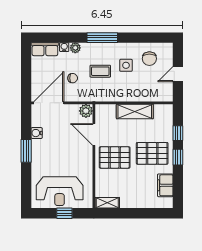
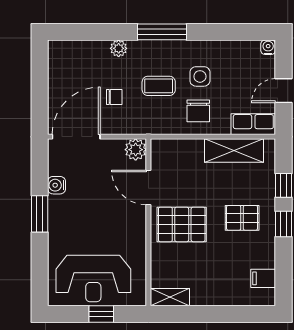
water cooler: (64, 47) -> (268, 47), moved
row of seats: (45, 49) -> (253, 124), moved, turned 180
chair: (149, 59) -> (198, 111), moved
shelving: (135, 111) -> (234, 151), moved
pallet: (152, 153) -> (242, 218), width x0.67, depth x0.71
filing cabinet: (165, 185) -> (263, 278), width x0.50

